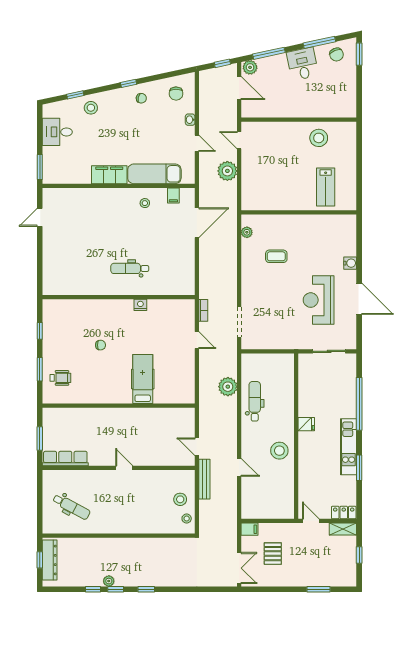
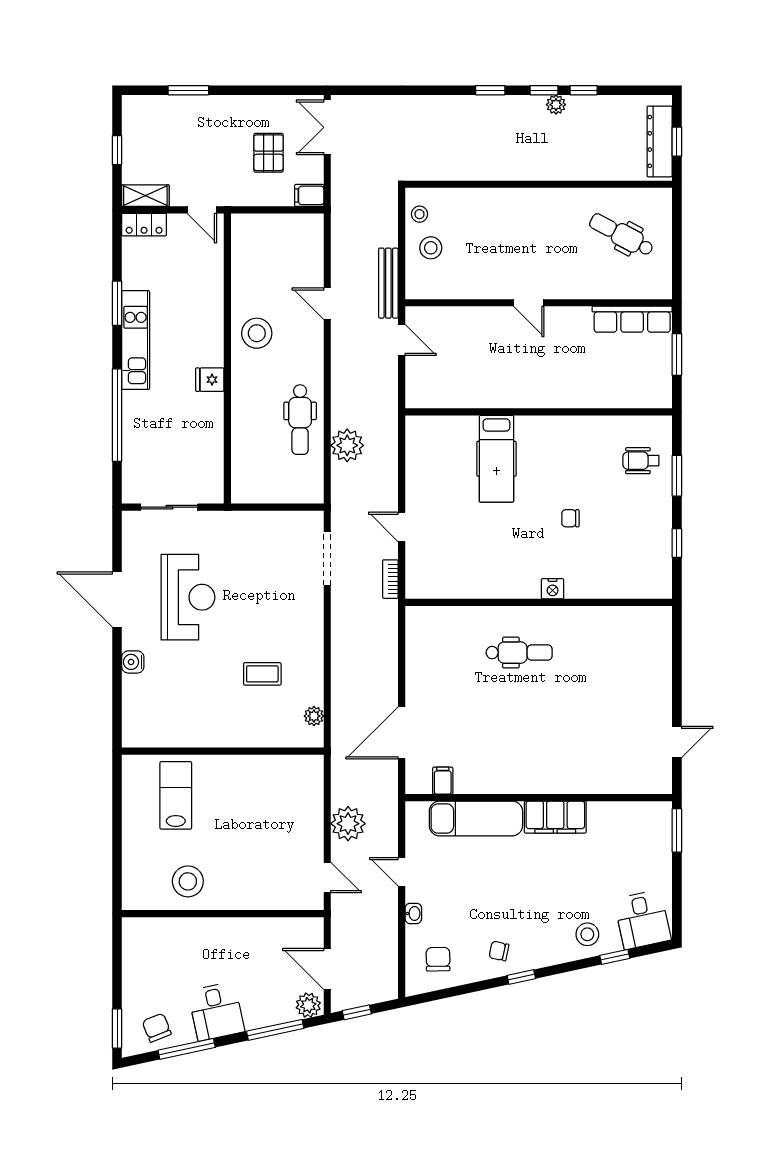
desk: (57, 132) -> (642, 920), moved, turned 78
stool: (145, 203) -> (493, 767), removed
nightstand: (140, 305) -> (553, 589), moved

